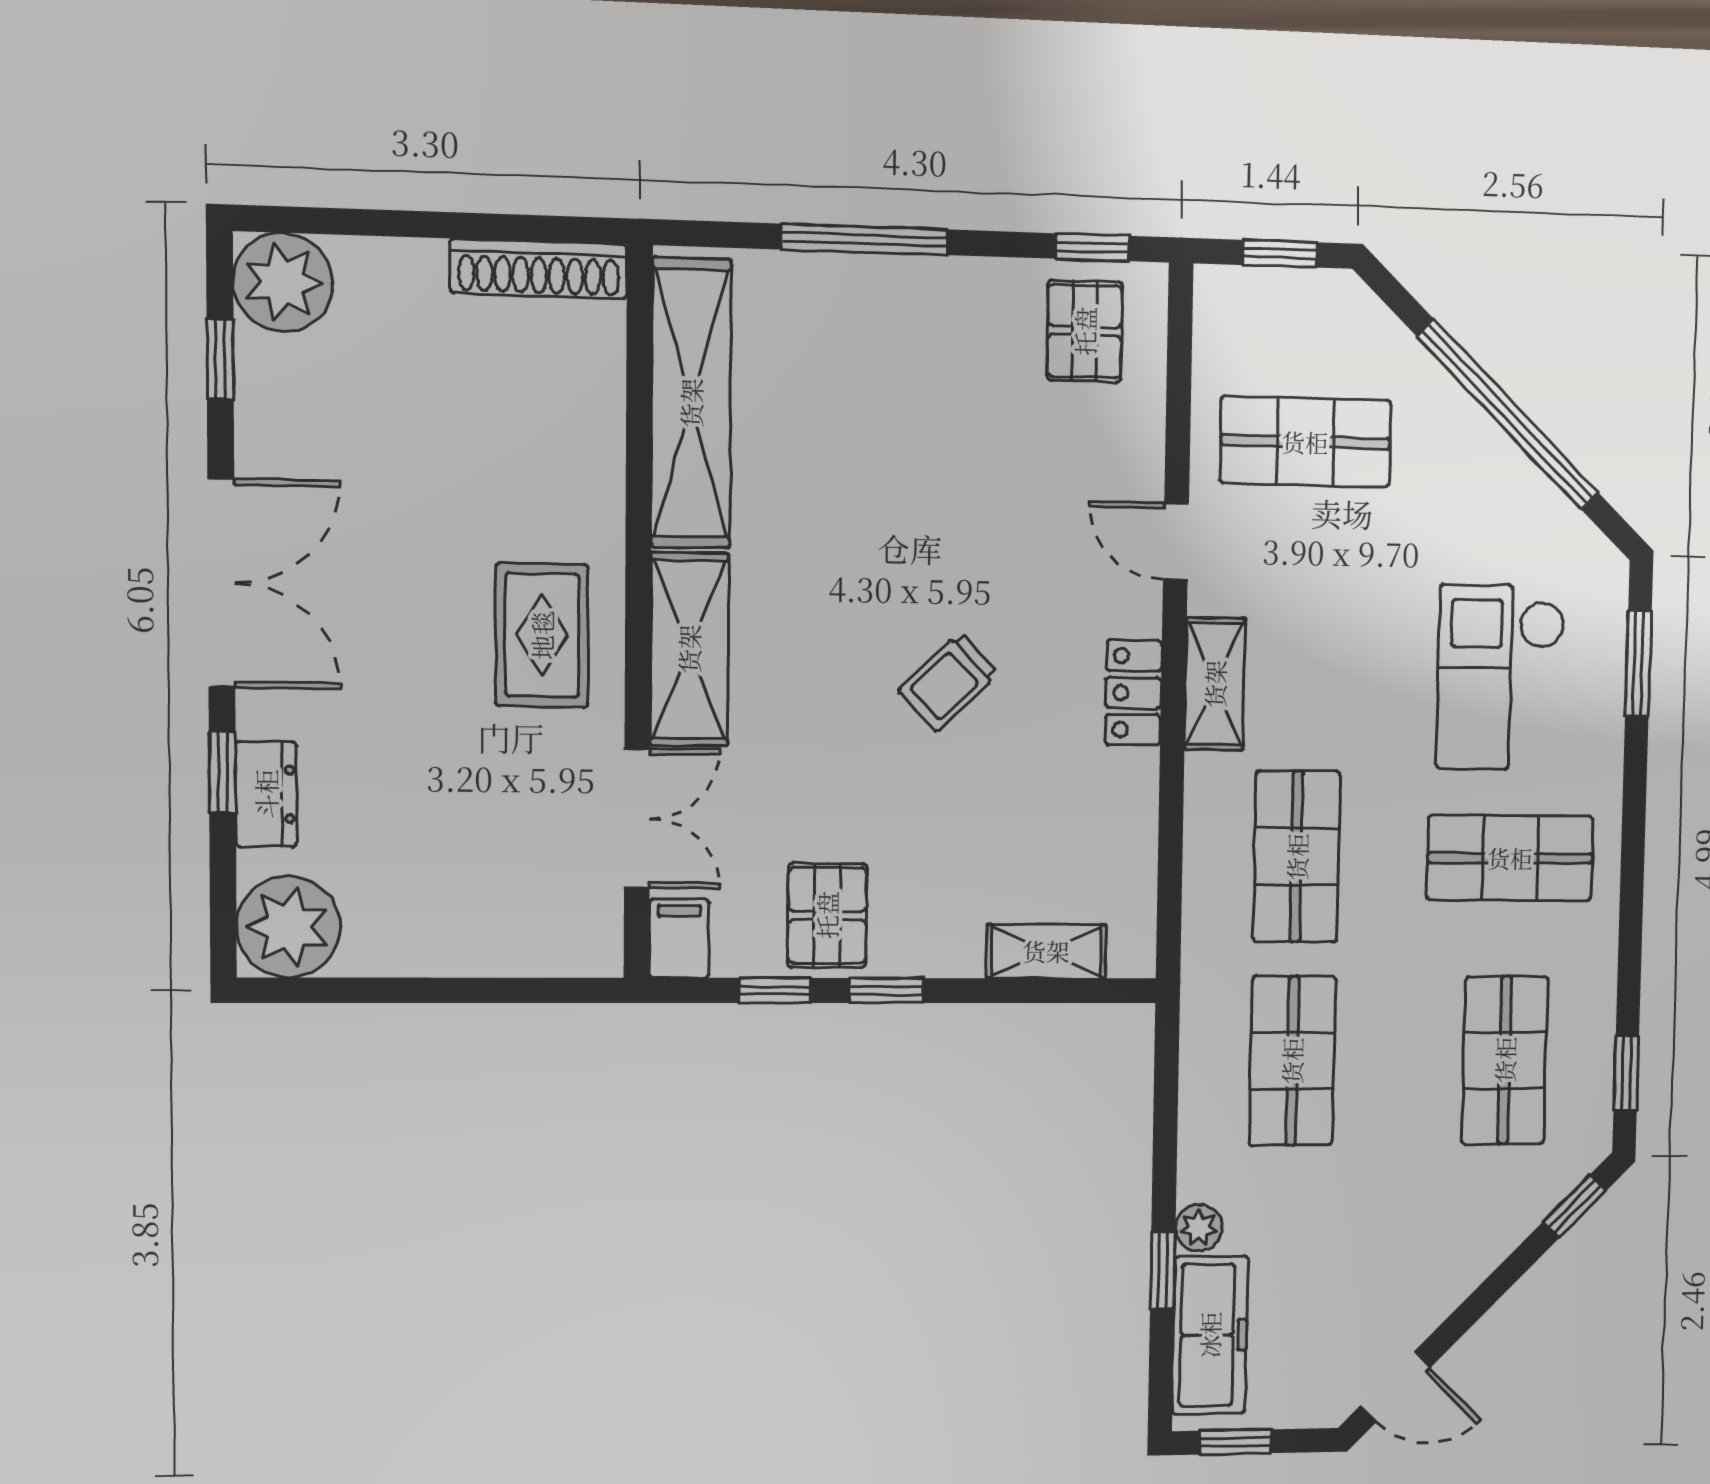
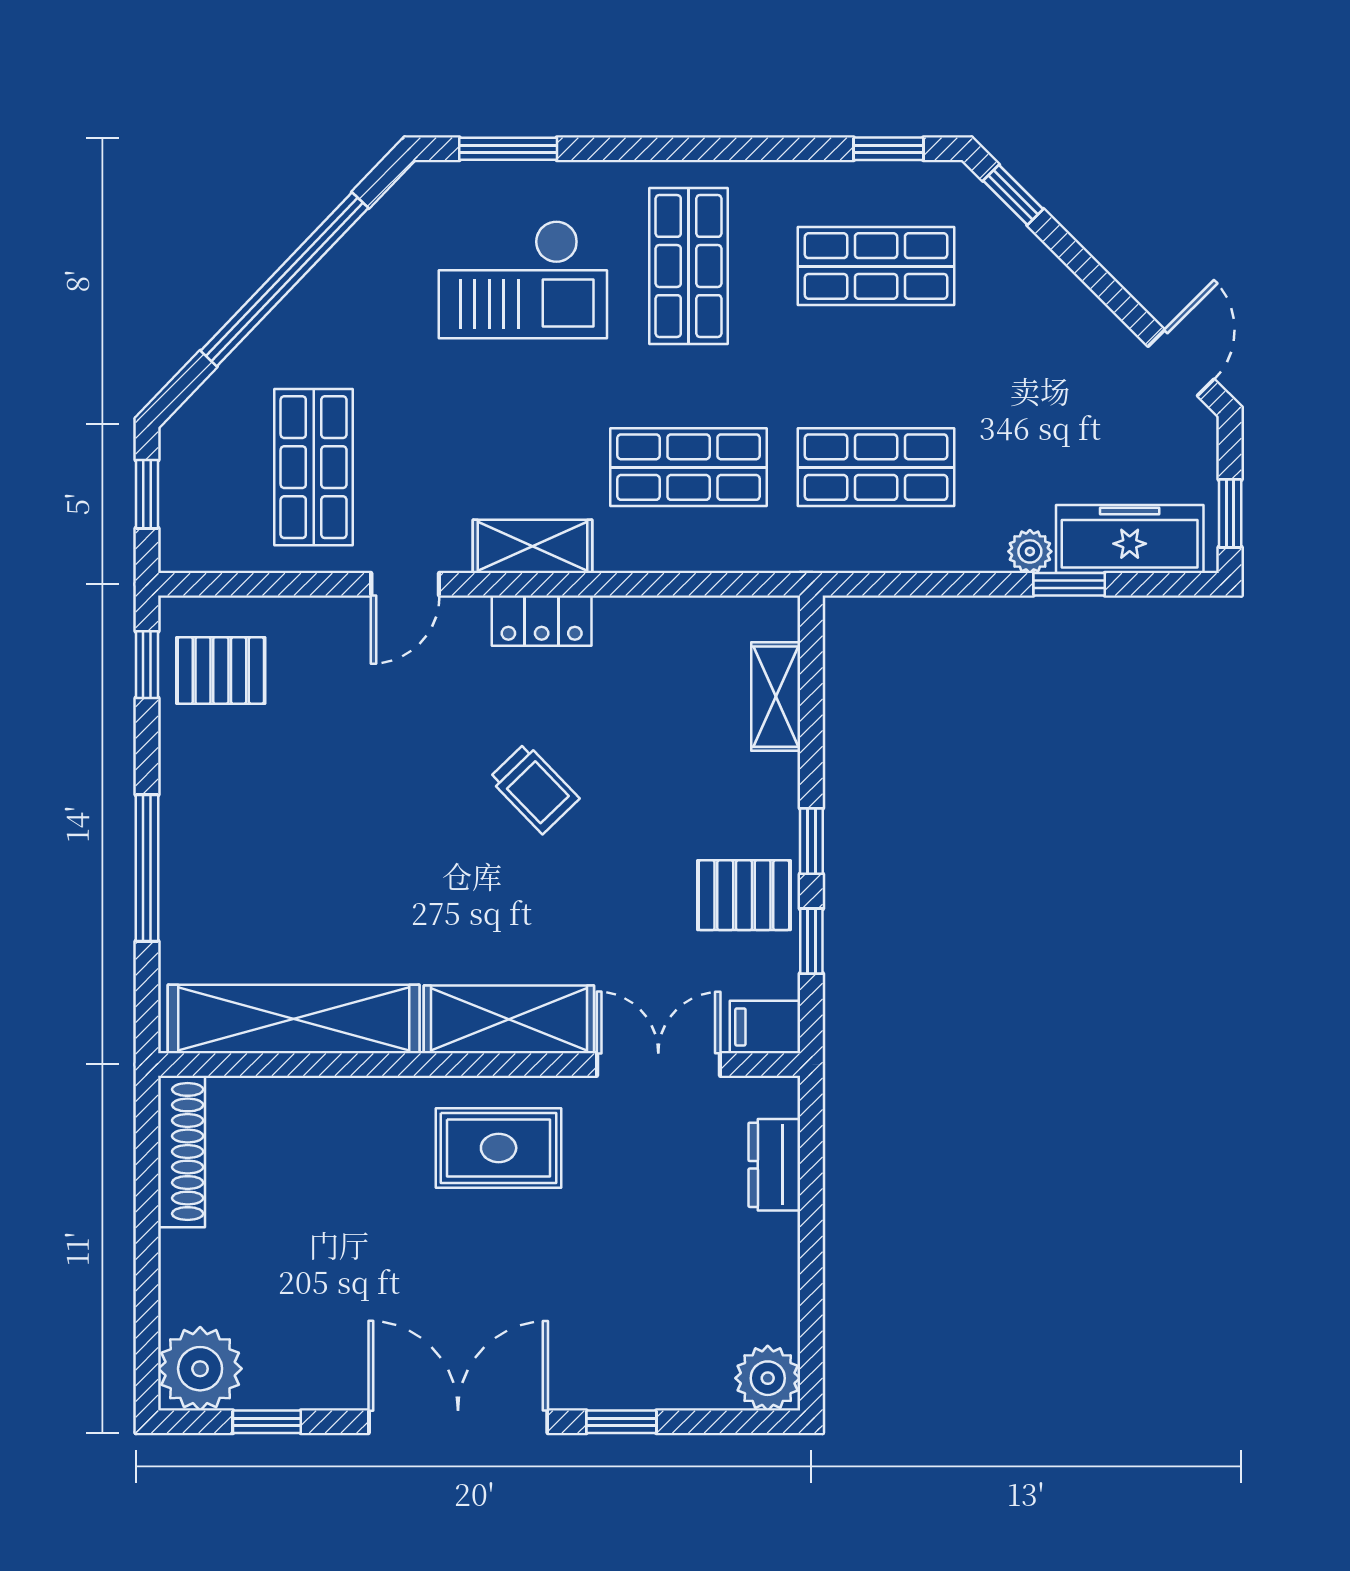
dresser: (266, 794) -> (774, 1165), moved, turned -90
plant: (288, 927) -> (768, 1378), width x0.73, depth x0.73

